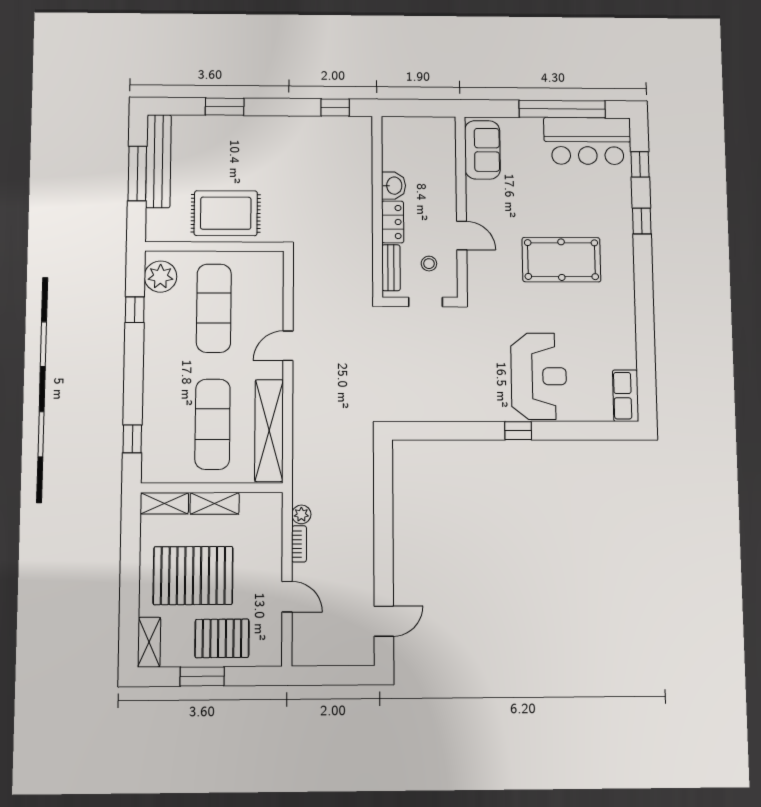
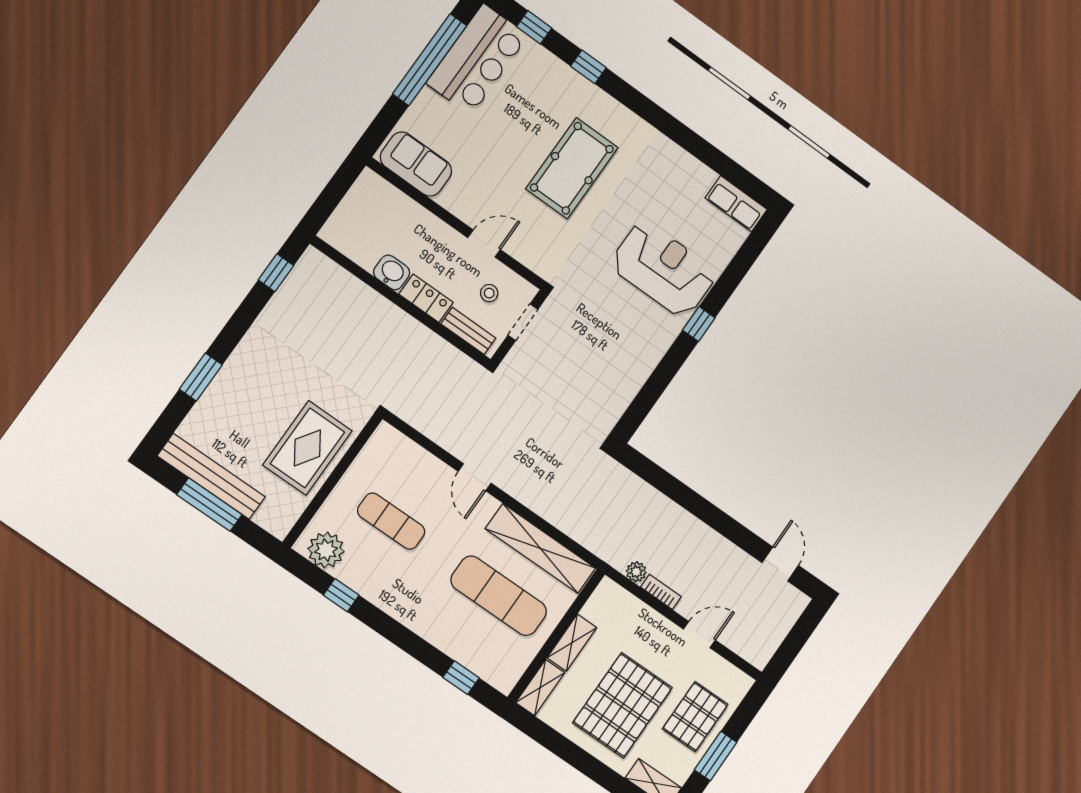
exercise mat: (214, 308) -> (391, 521), width x0.73, depth x0.69

